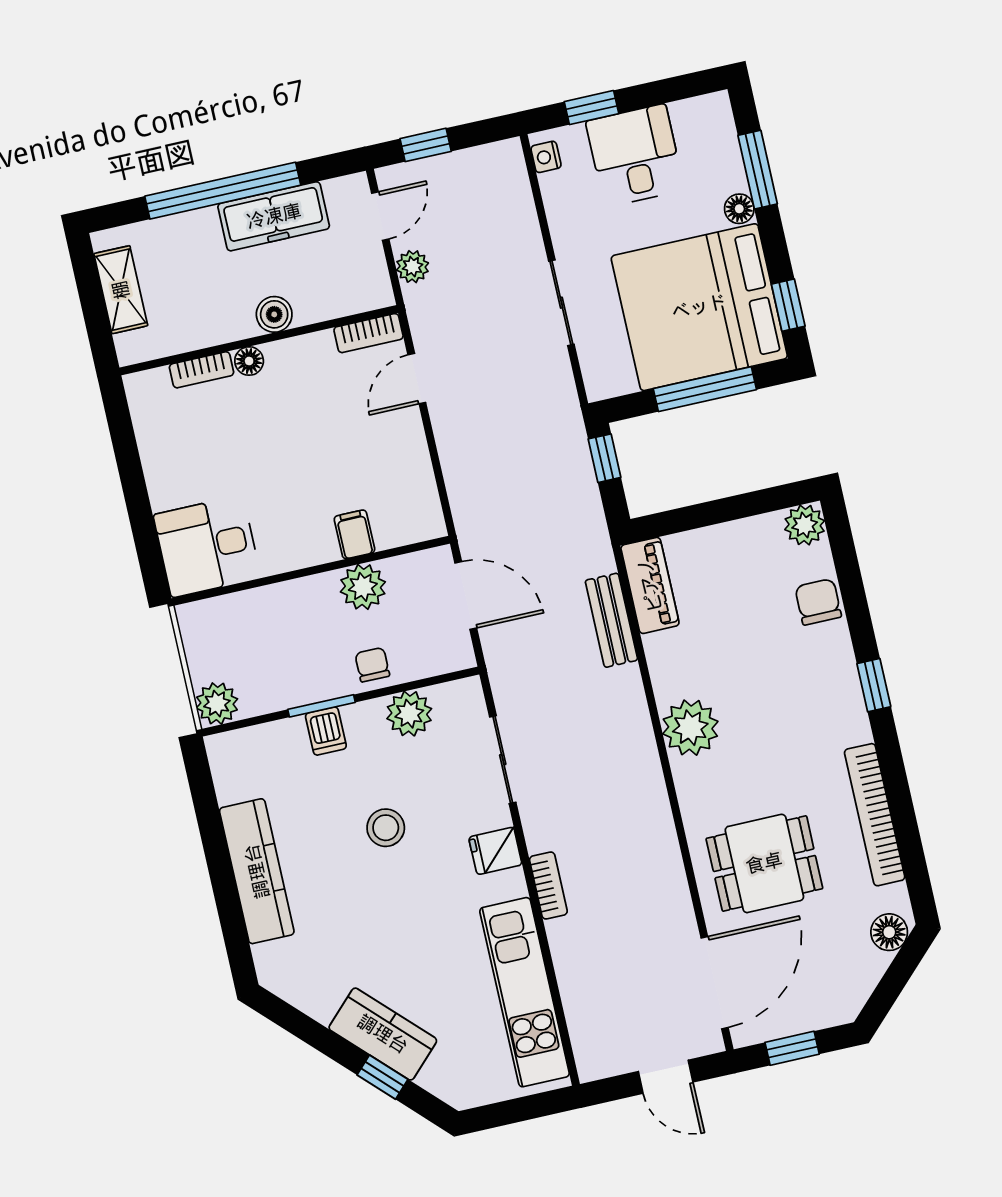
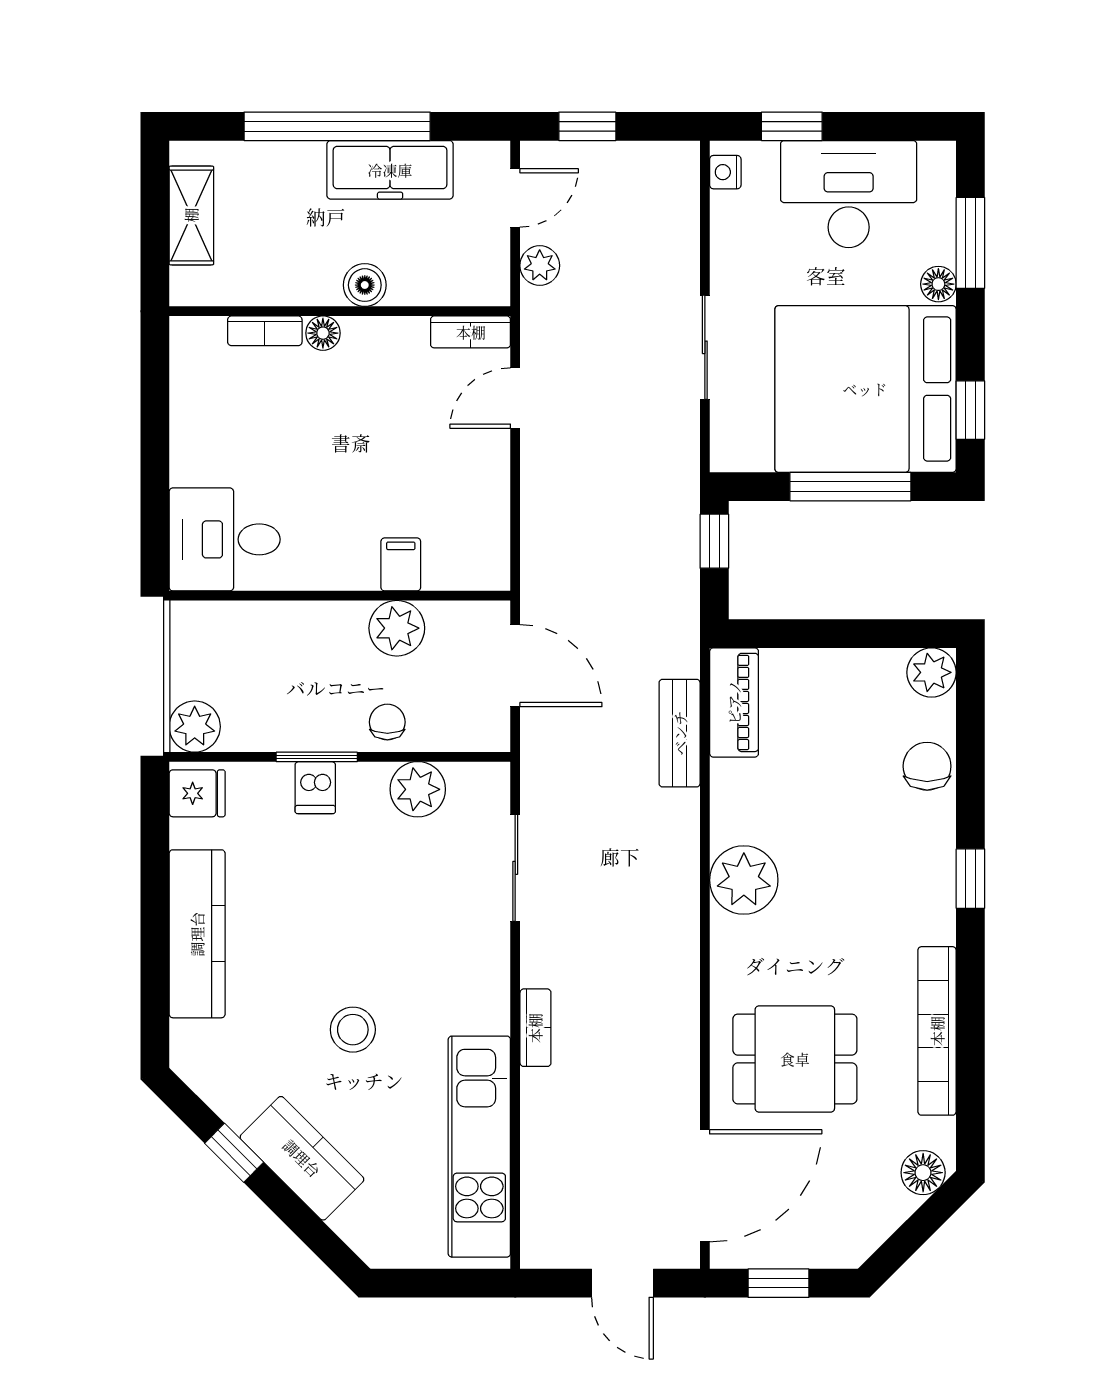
desk: (635, 156) -> (849, 194), width x1.37
stool: (386, 828) -> (353, 1030), moved
fridge: (495, 851) -> (197, 793), moved, turned 180
window: (382, 1077) -> (234, 1153), moved

